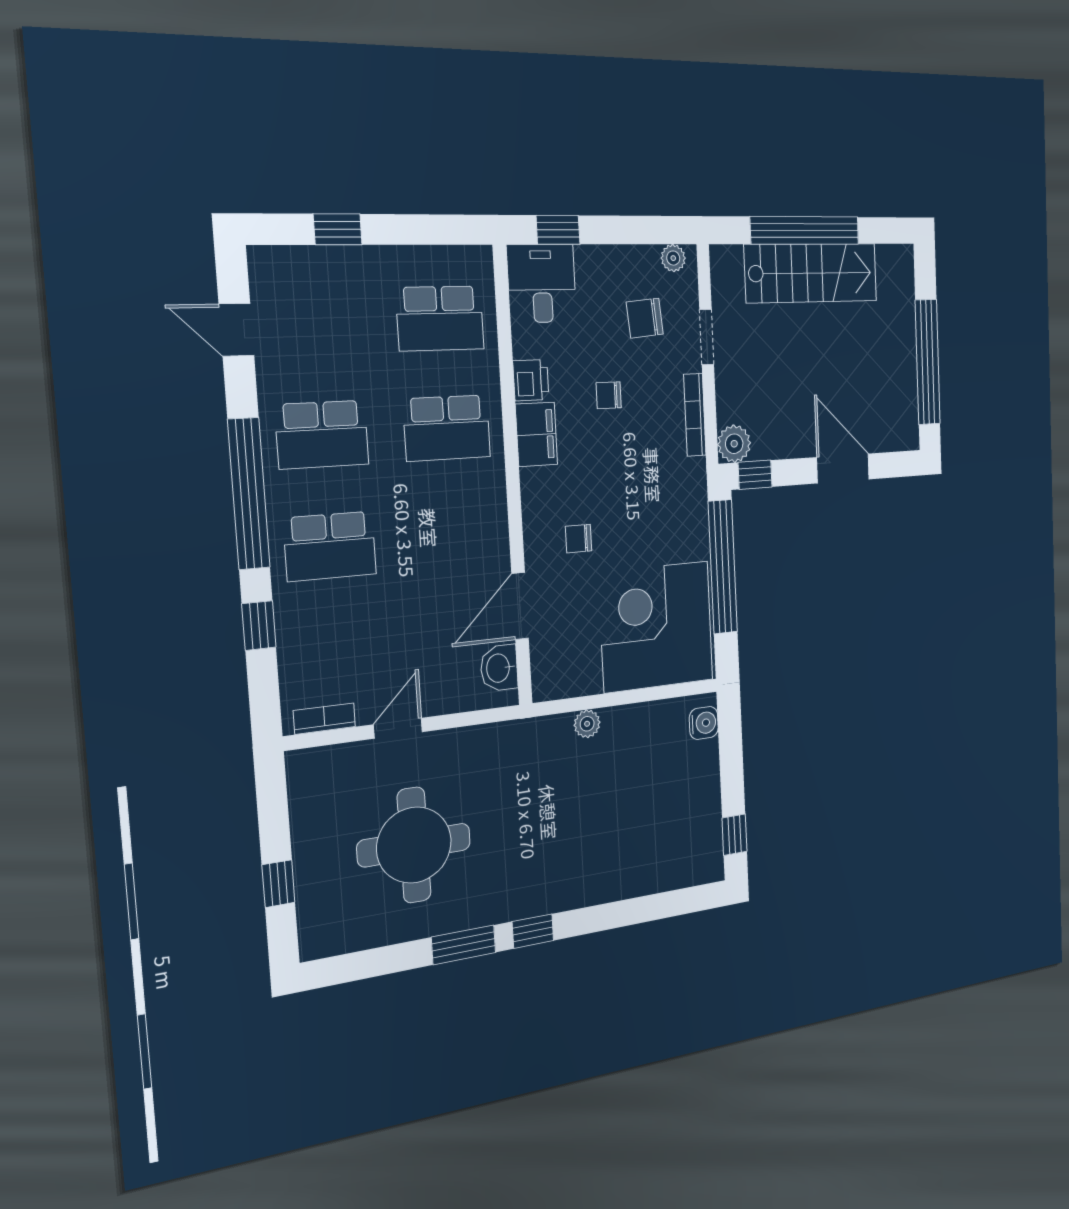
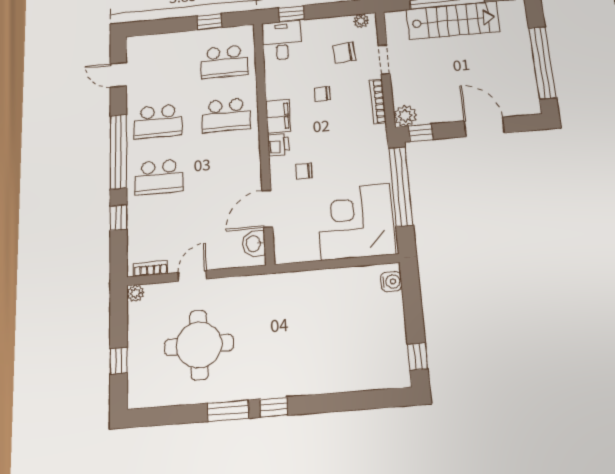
window: (338, 229) -> (209, 22), moved
printer: (531, 380) -> (278, 145), moved
plant: (587, 724) -> (135, 293), moved

